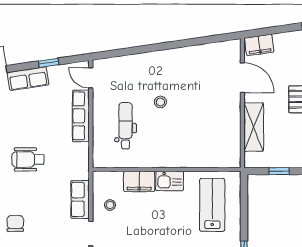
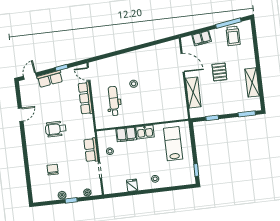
filing cabinet: (259, 45) -> (202, 38), moved

